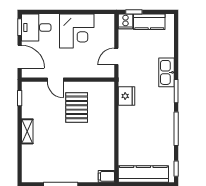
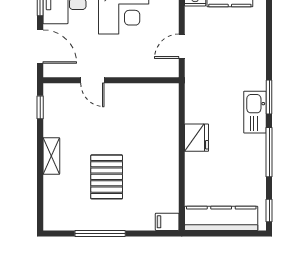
kitchen sink: (166, 72) -> (255, 112), moved
fridge: (126, 96) -> (197, 138), moved
pallet: (77, 107) -> (107, 177), moved

